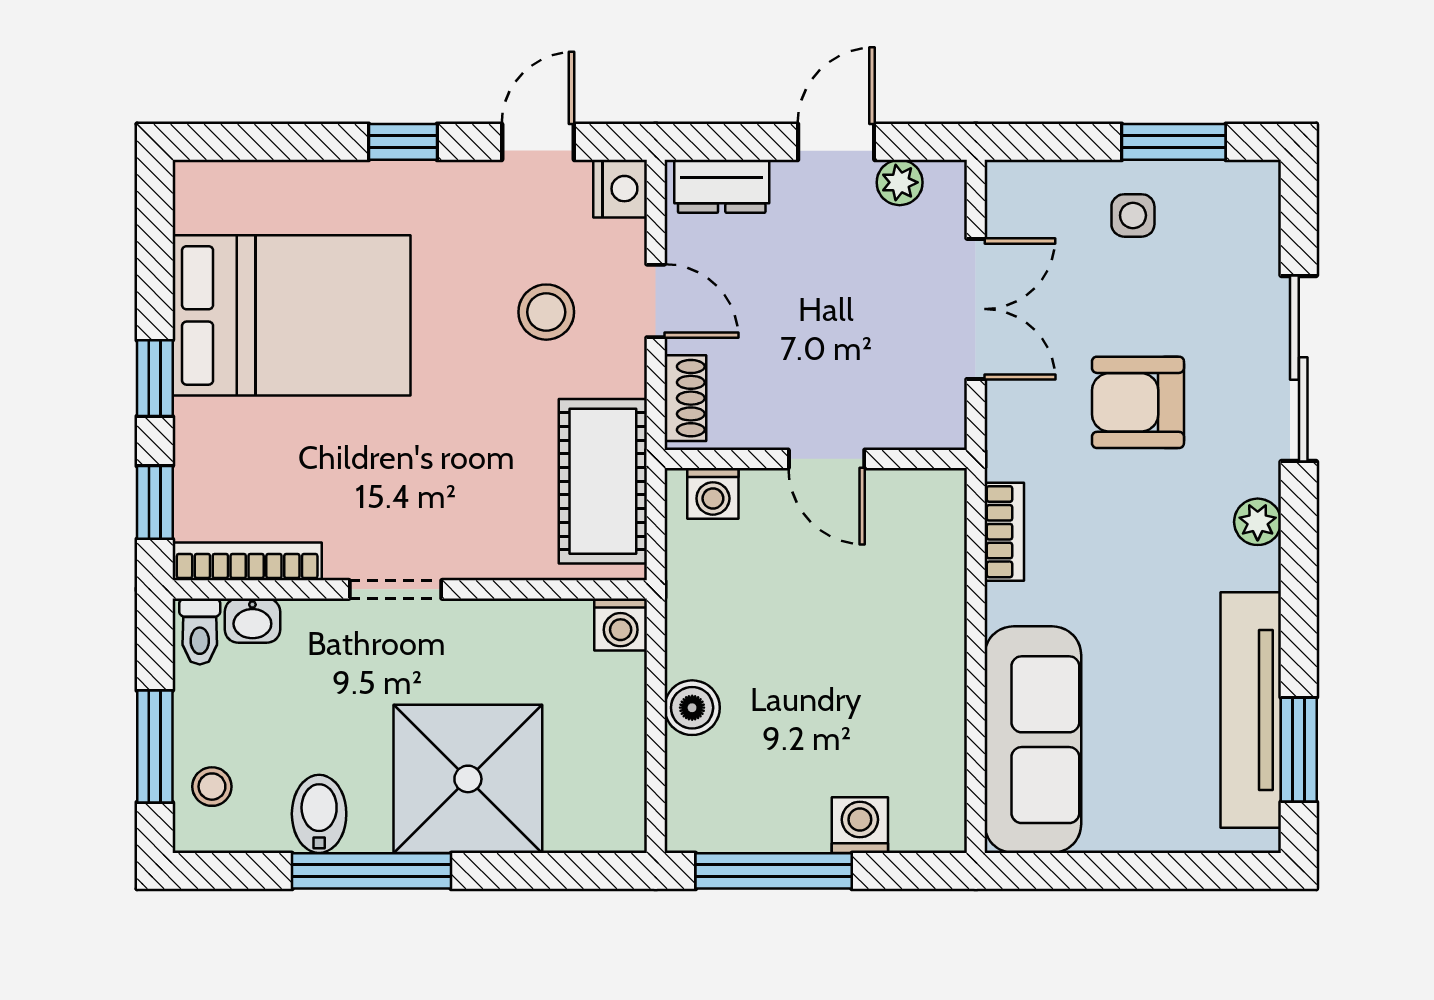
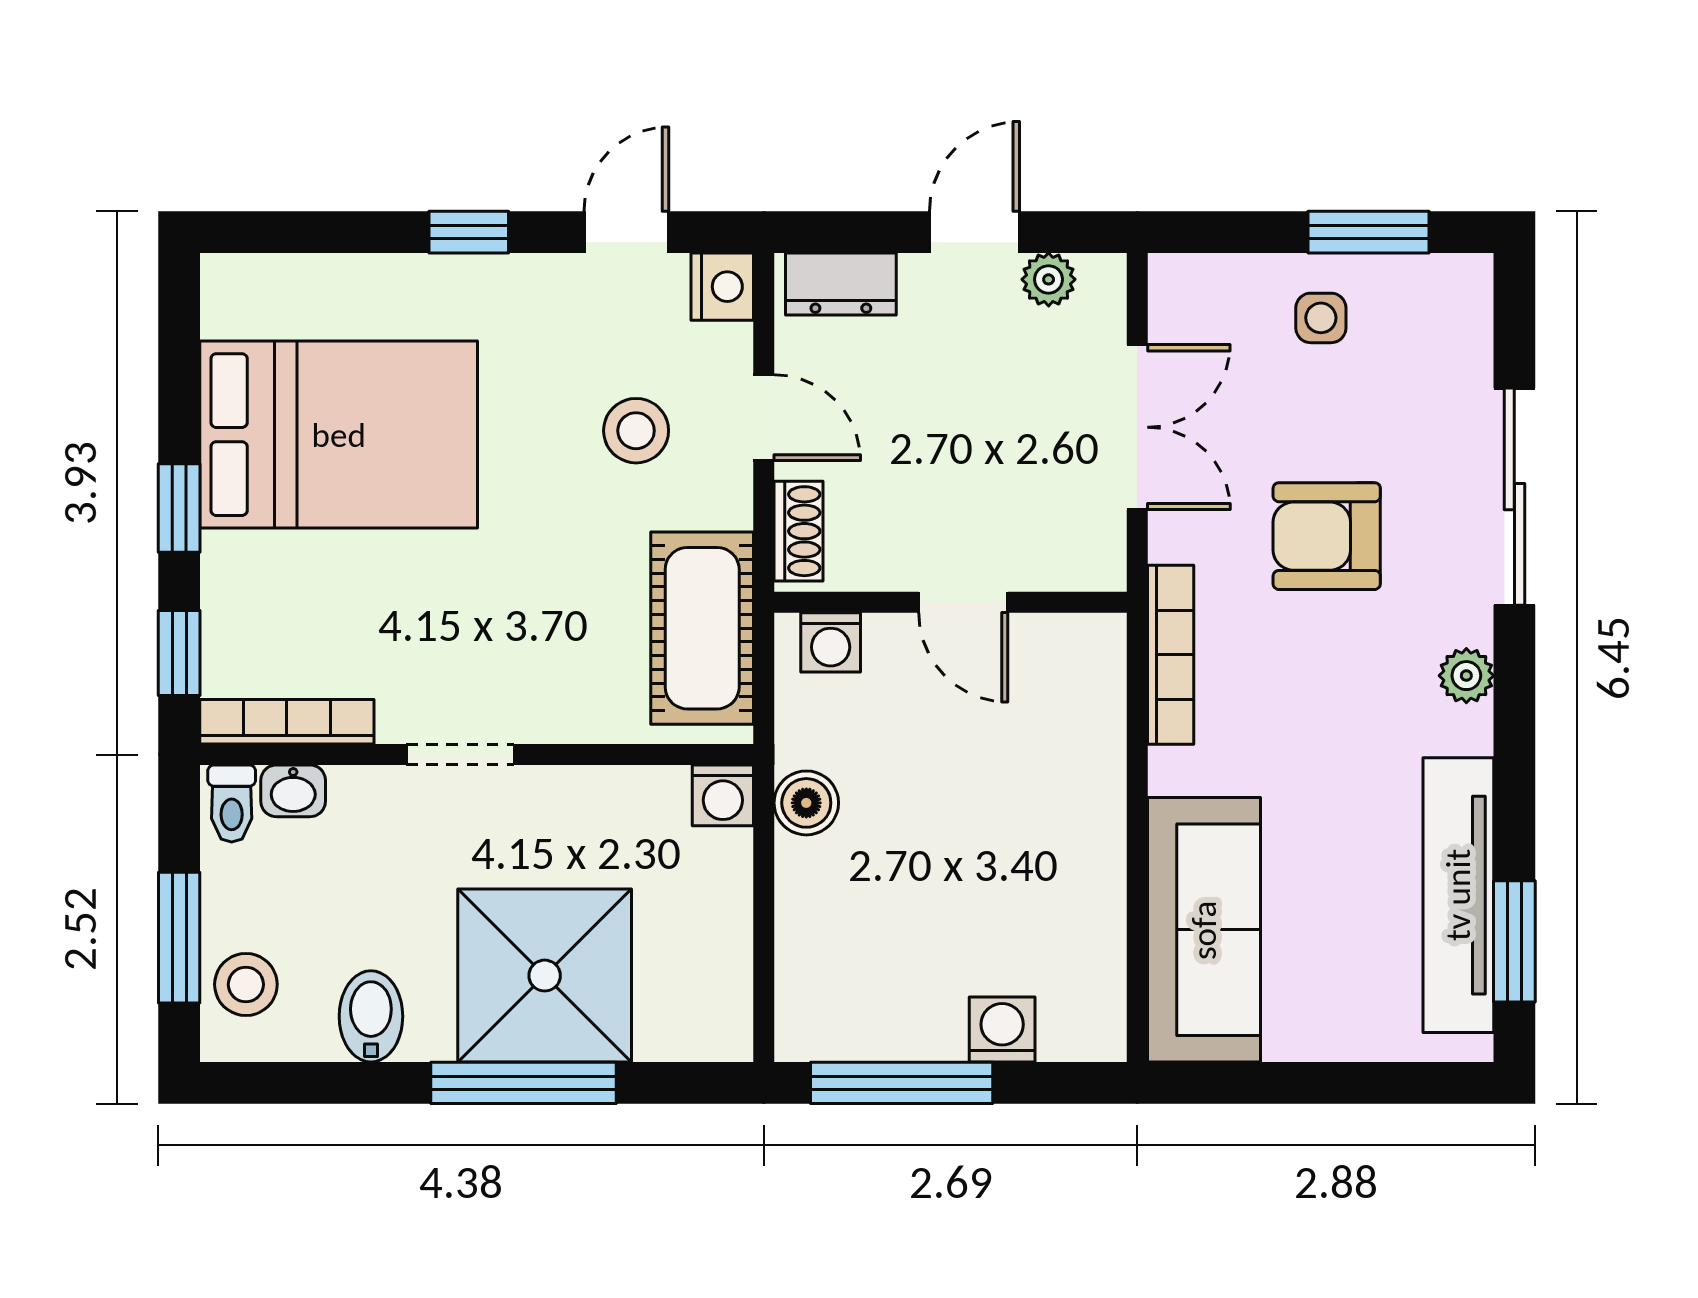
bookcase: (1004, 532) -> (1171, 655), width x1.56
boiler: (692, 708) -> (806, 803), moved
stool: (212, 787) -> (246, 984), width x1.37, depth x1.37
window: (372, 871) -> (524, 1083), moved

